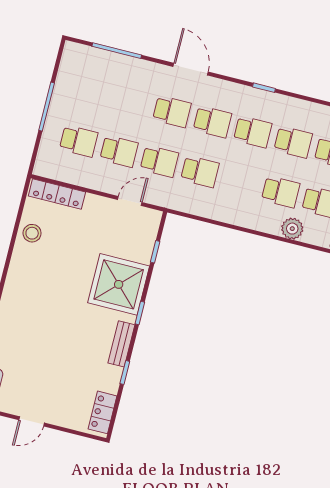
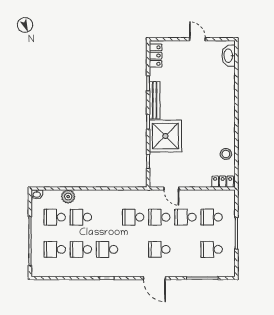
school desk: (212, 122) -> (212, 249), moved
locker: (57, 194) -> (223, 182), width x0.66
door: (130, 201) -> (171, 189), hinge flipped
bench: (121, 344) -> (155, 100), width x1.36
door: (32, 421) -> (197, 39), hinge flipped

